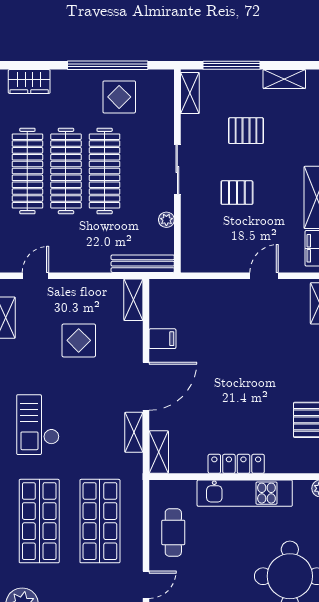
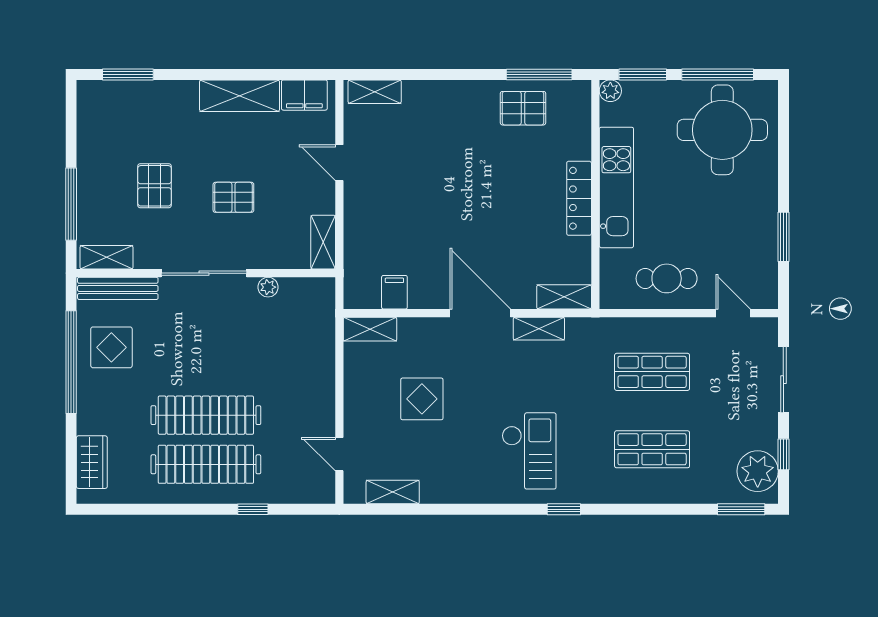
shelving: (284, 79) -> (323, 242), moved
sliding door: (177, 169) -> (204, 273), width x1.37
clothes rail: (105, 171) -> (206, 366), removed
pallet: (237, 193) -> (233, 197), turned 90
bench: (143, 264) -> (118, 288), moved, turned 90
filing cabinet: (162, 339) -> (394, 292), moved
checkout: (38, 425) -> (529, 451), turned -90
shop shelf: (39, 521) -> (652, 449), width x0.70, depth x0.74
shop shelf: (100, 521) -> (652, 372), width x0.70, depth x0.74

